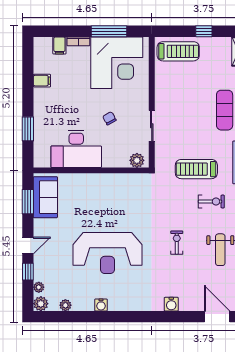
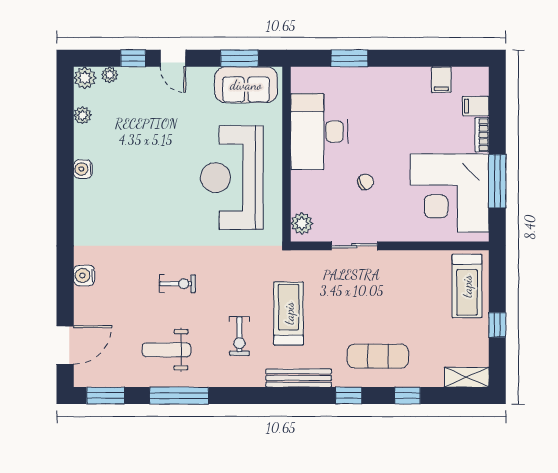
filing cabinet: (42, 81) -> (441, 80), moved
reception desk: (107, 253) -> (232, 178), moved

